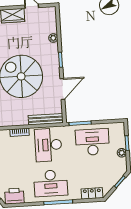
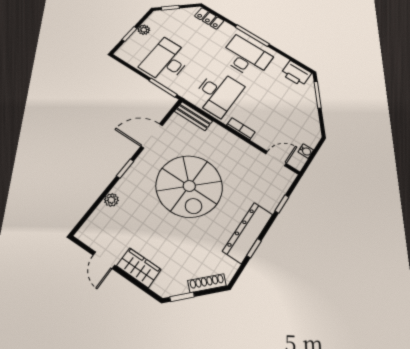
bench: (46, 119) -> (193, 116), width x0.73
desk: (92, 142) -> (166, 61), turned 90

